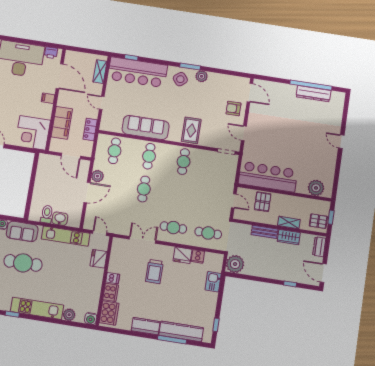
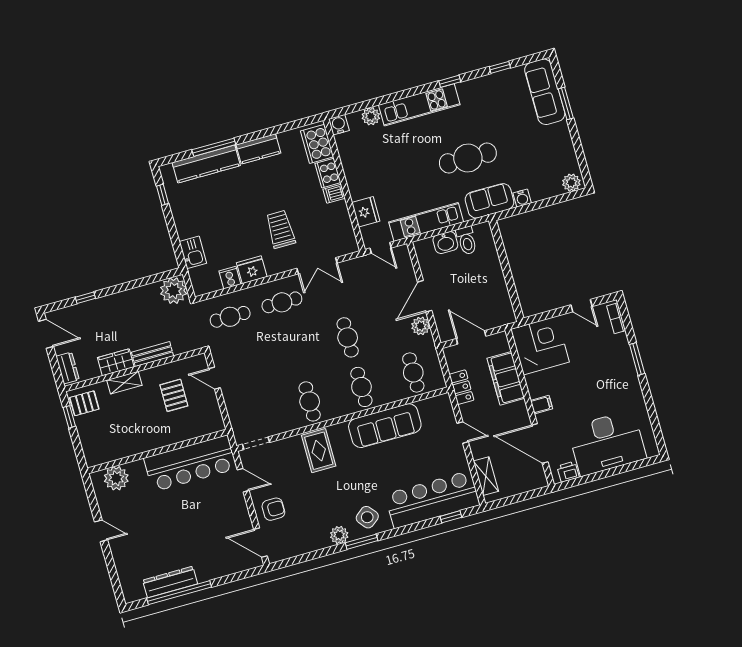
bar counter: (268, 177) -> (190, 463), moved
plant: (316, 188) -> (116, 478), moved
wall: (284, 193) -> (157, 451), moved

